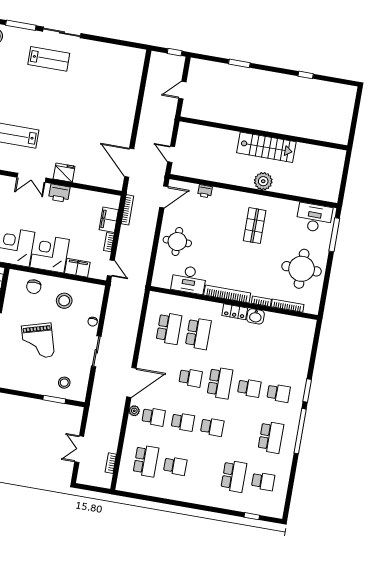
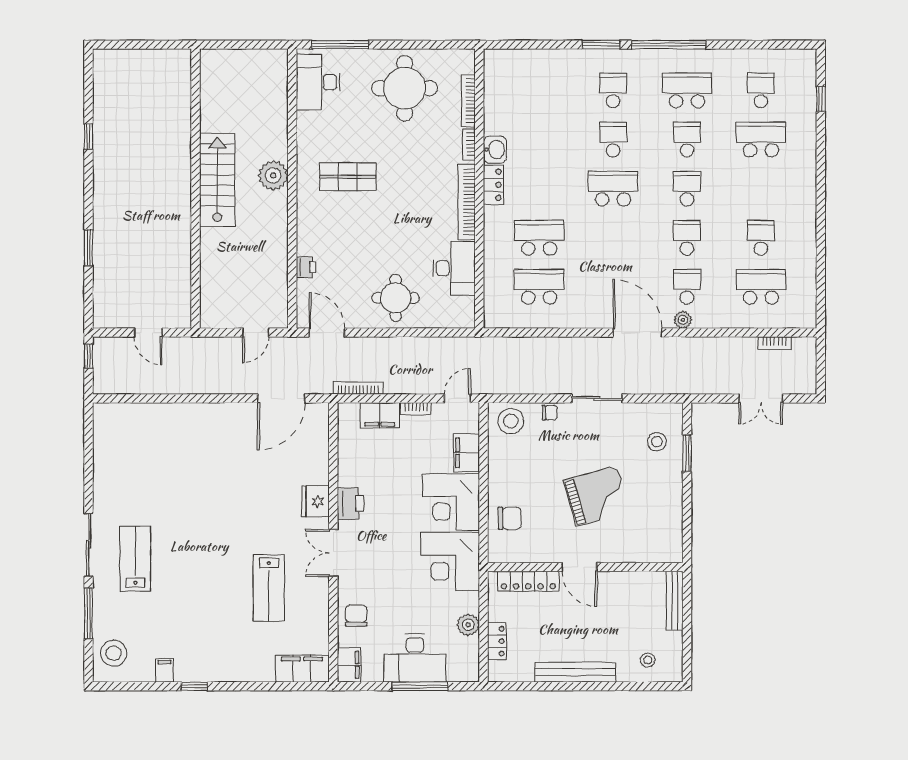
double door: (31, 178) -> (333, 553), swing flipped
stool: (64, 301) -> (511, 421), moved
school desk: (191, 378) -> (687, 140), moved

